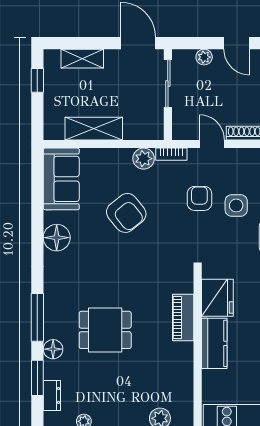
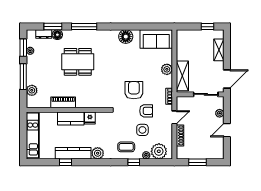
shelving: (94, 129) -> (182, 76), moved
plant: (144, 159) -> (167, 69), moved
armchair: (126, 213) -> (134, 90), moved, turned 129
fridge: (217, 298) -> (90, 118), width x0.53, depth x0.75
piano: (183, 318) -> (63, 102), moved
dining table: (105, 330) -> (78, 62), width x1.38
floor lamp: (53, 349) -> (57, 35), moved

